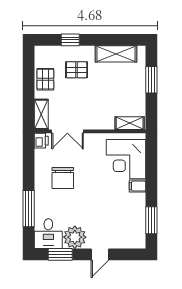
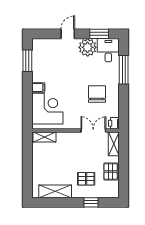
window: (151, 80) -> (27, 171), removed

